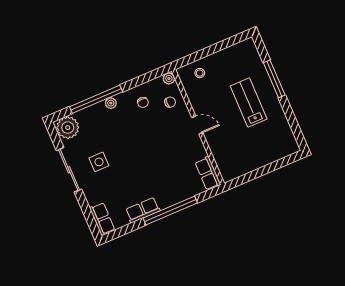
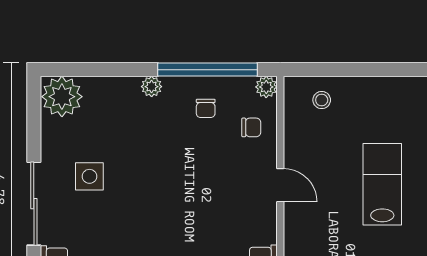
window: (96, 99) -> (208, 70), moved
sliding door: (69, 170) -> (34, 204), moved

